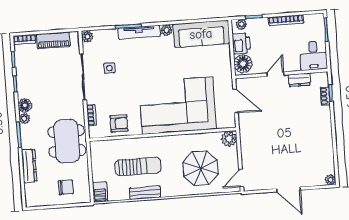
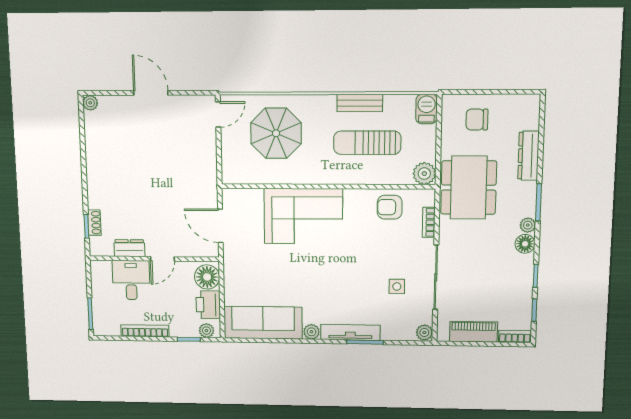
desk: (313, 56) -> (131, 280), moved
corner sofa: (177, 106) -> (303, 216), width x0.73, depth x0.74
plant: (229, 139) -> (424, 174), moved

